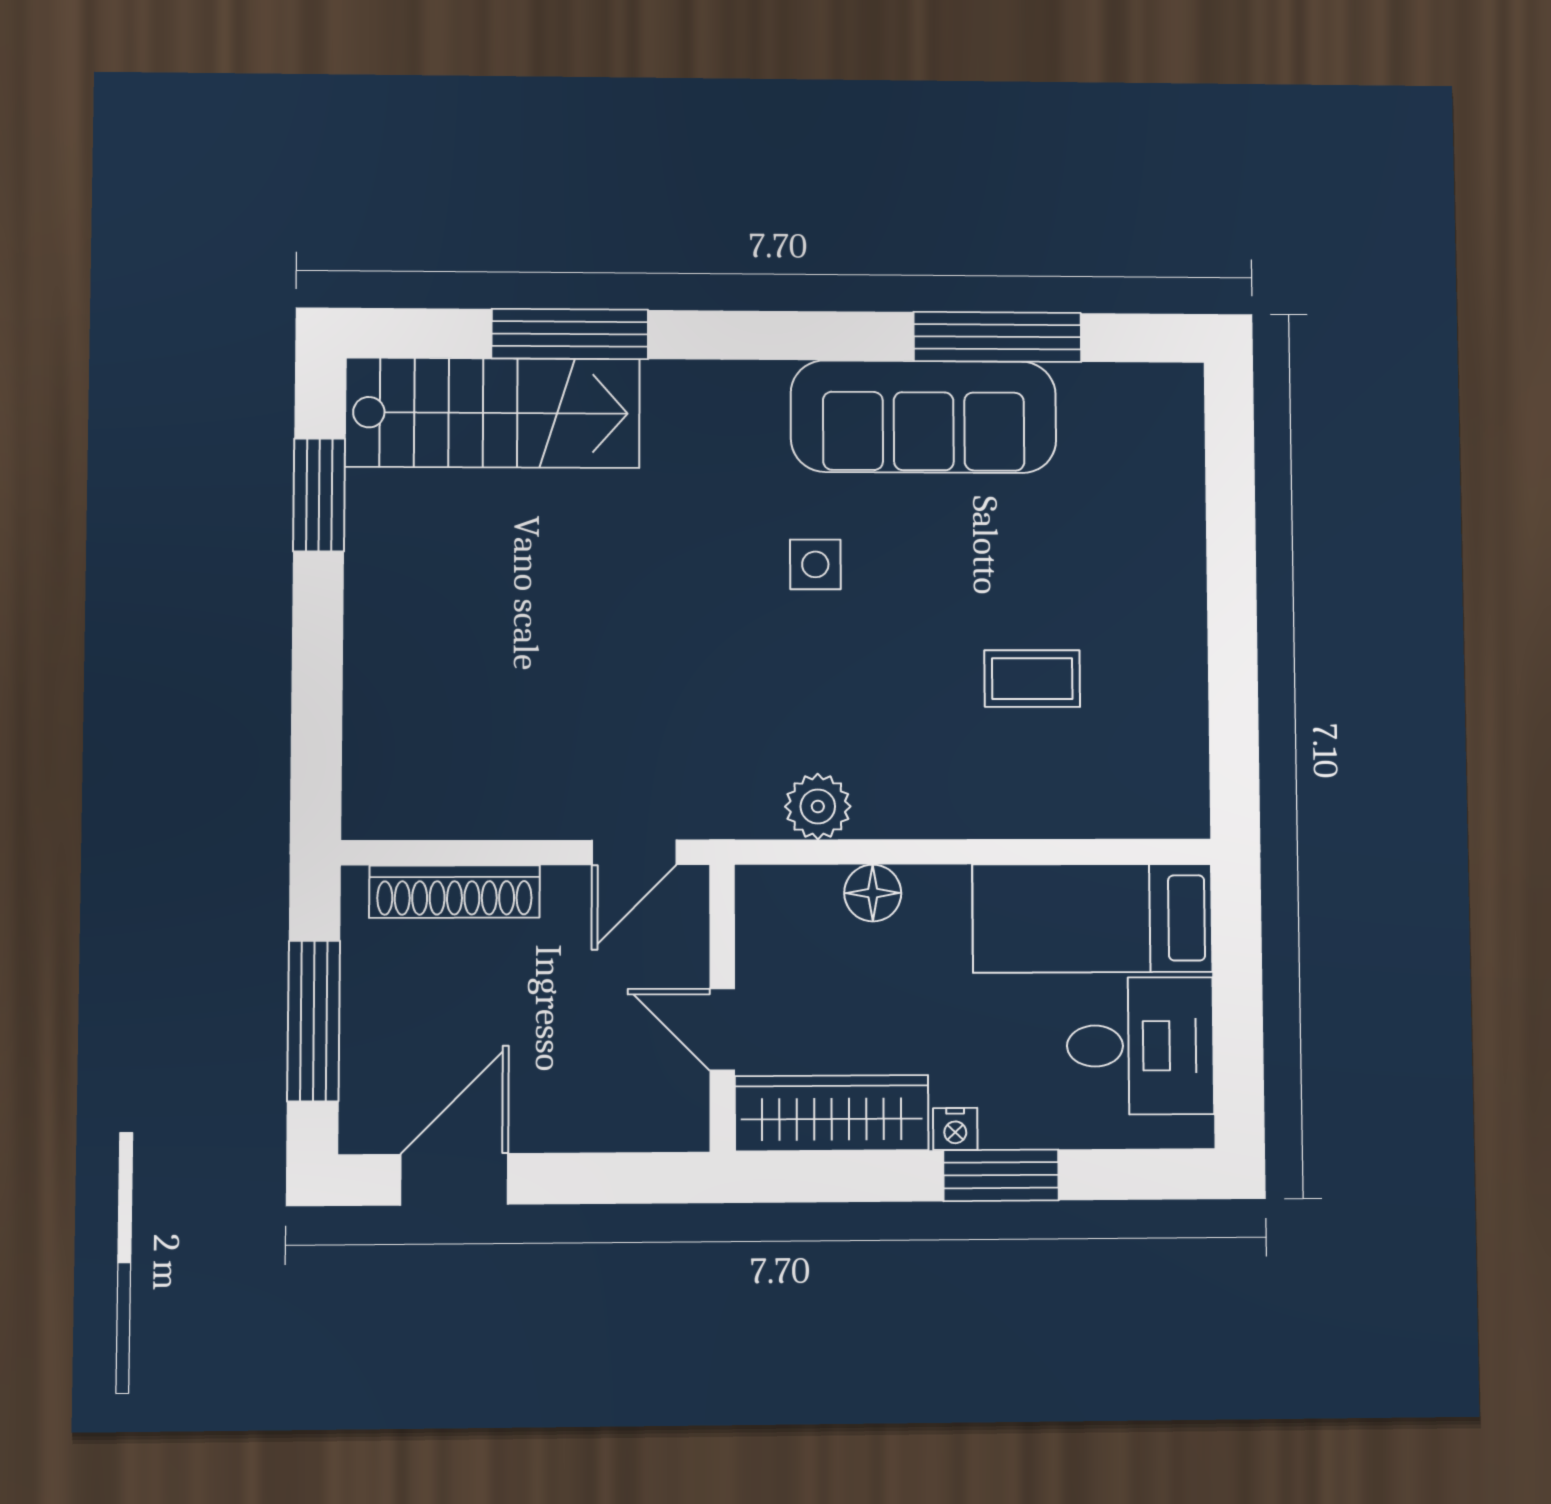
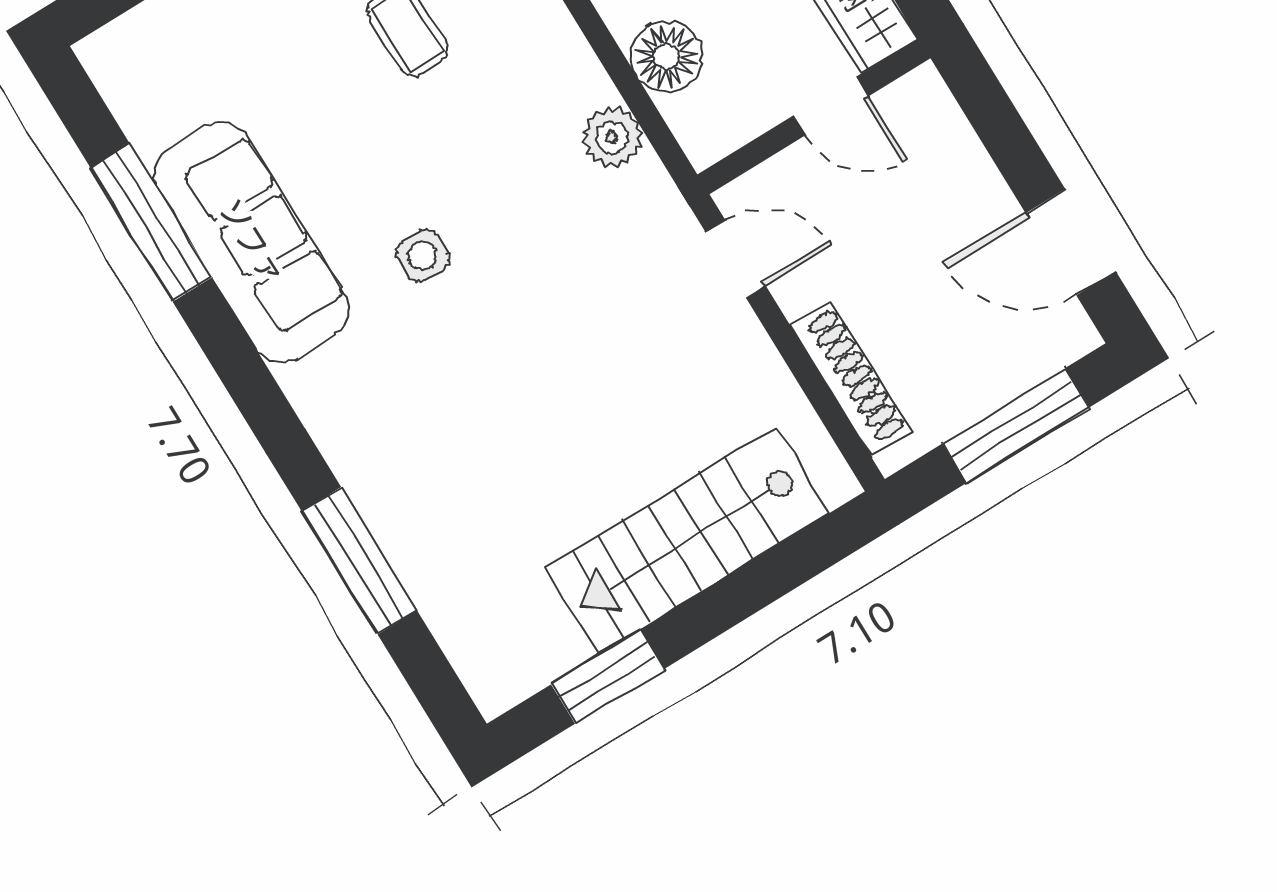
stairs: (493, 413) -> (688, 541), moved, turned -90
floor lamp: (873, 893) -> (667, 57), width x1.38, depth x1.38
door: (722, 1030) -> (831, 106), hinge flipped

